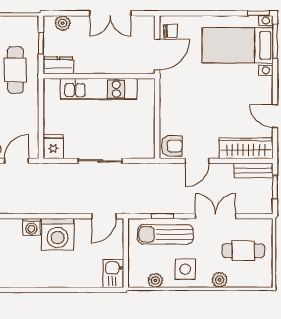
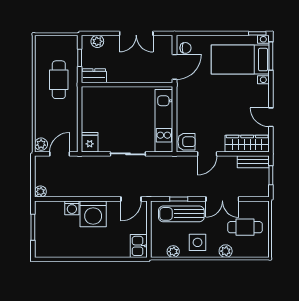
kitchen unit: (99, 89) -> (164, 121), moved, turned 90
double door: (216, 216) -> (222, 199), swing flipped

